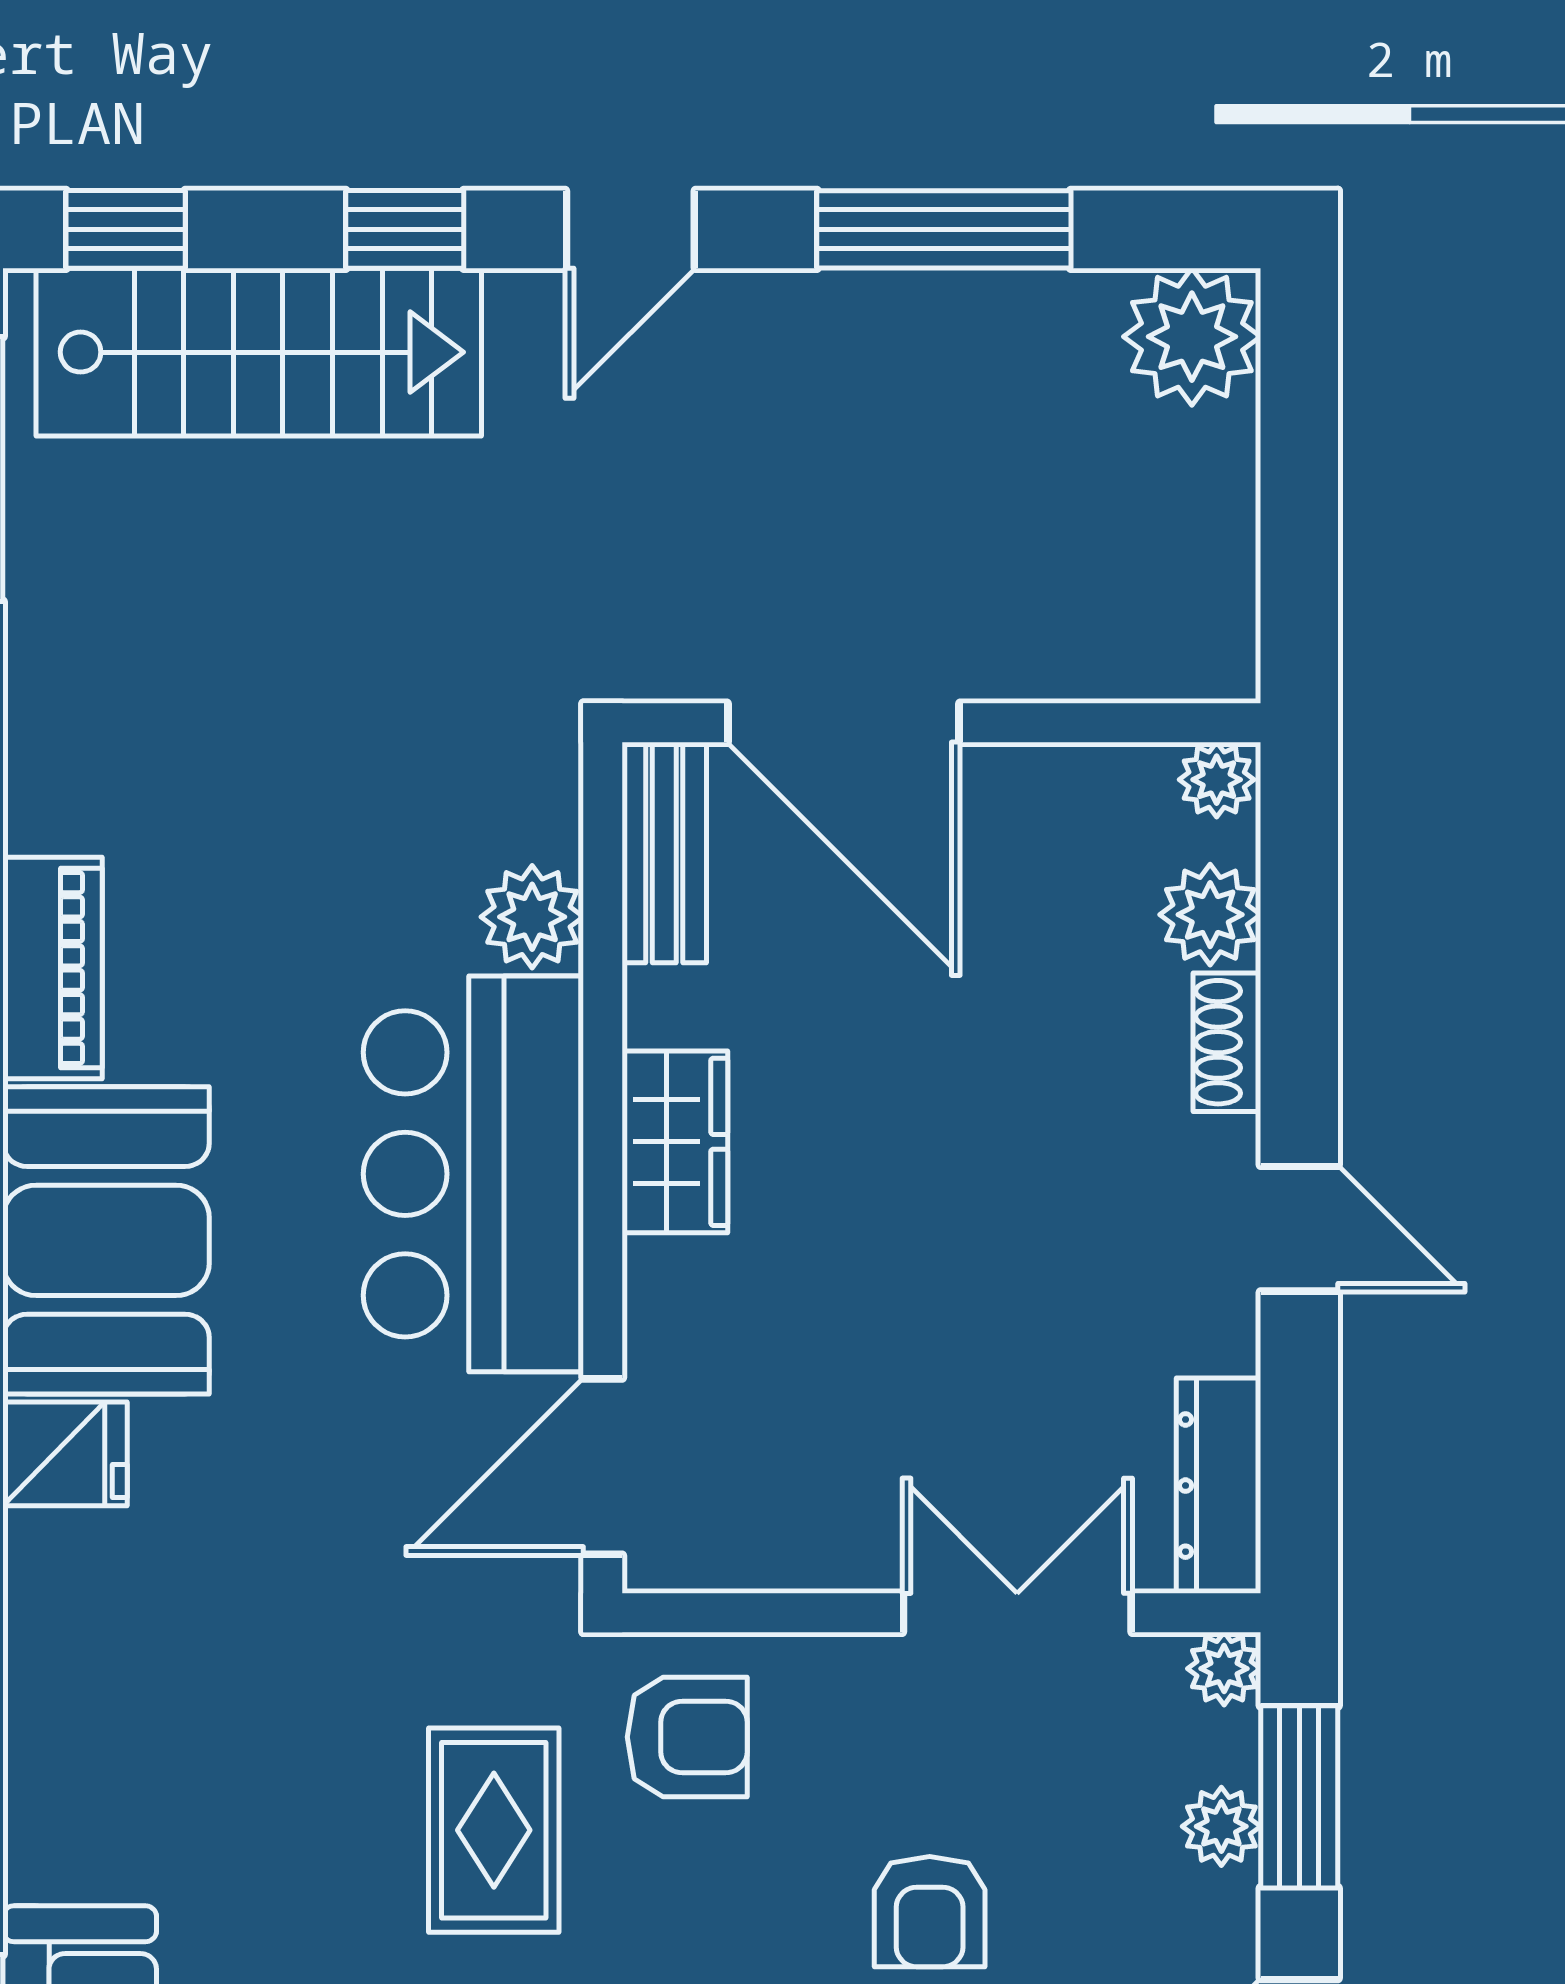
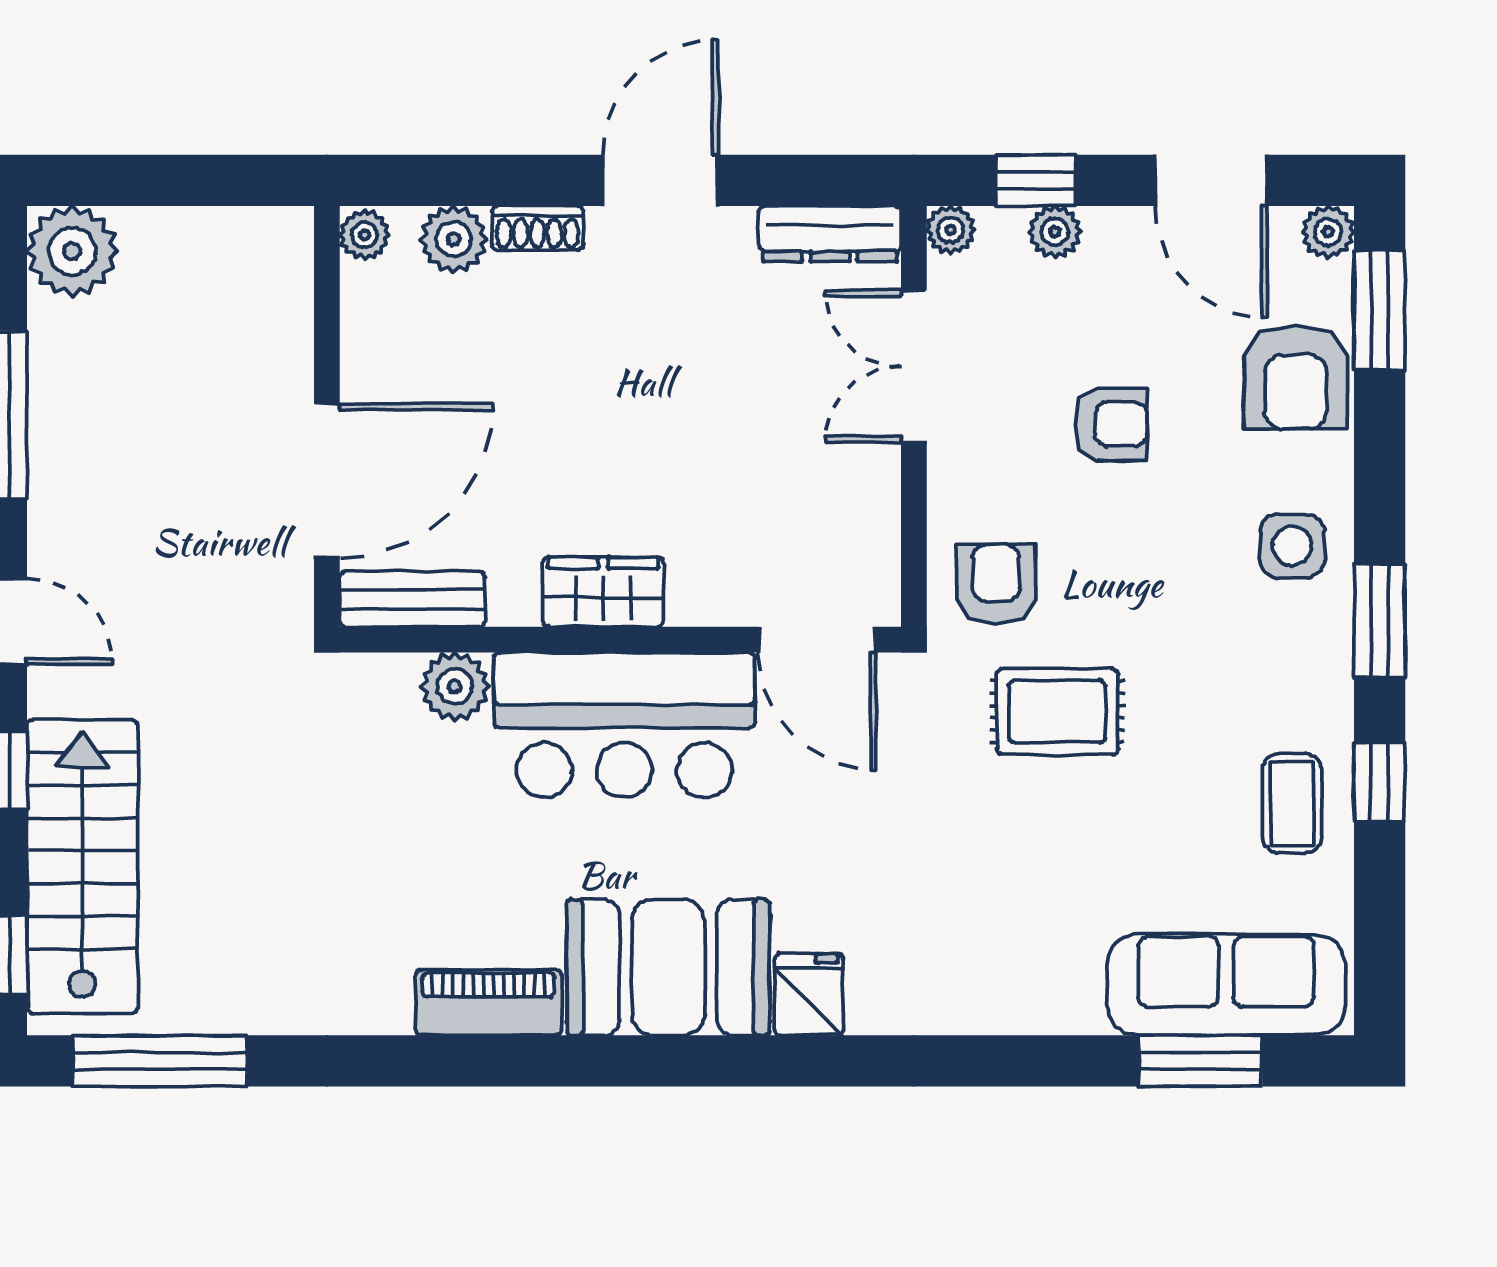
door: (1299, 1229) -> (660, 180), width x1.38
window: (1299, 1797) -> (1035, 180), width x0.67

